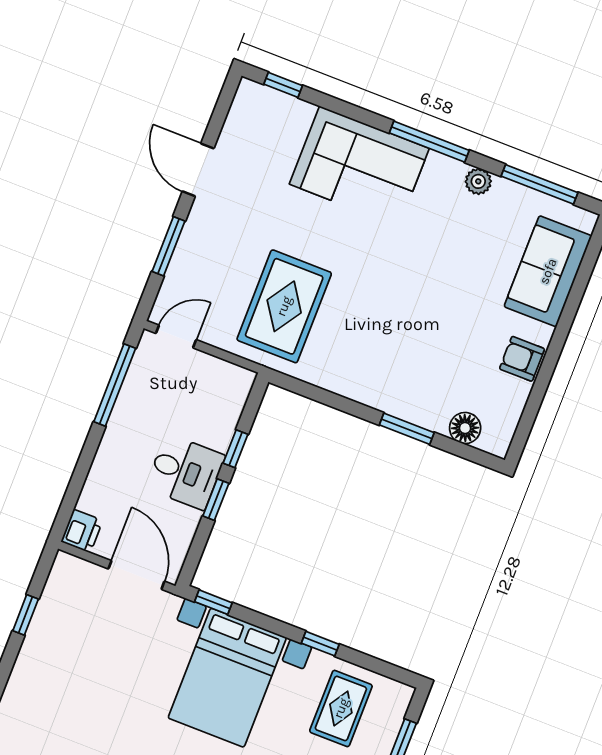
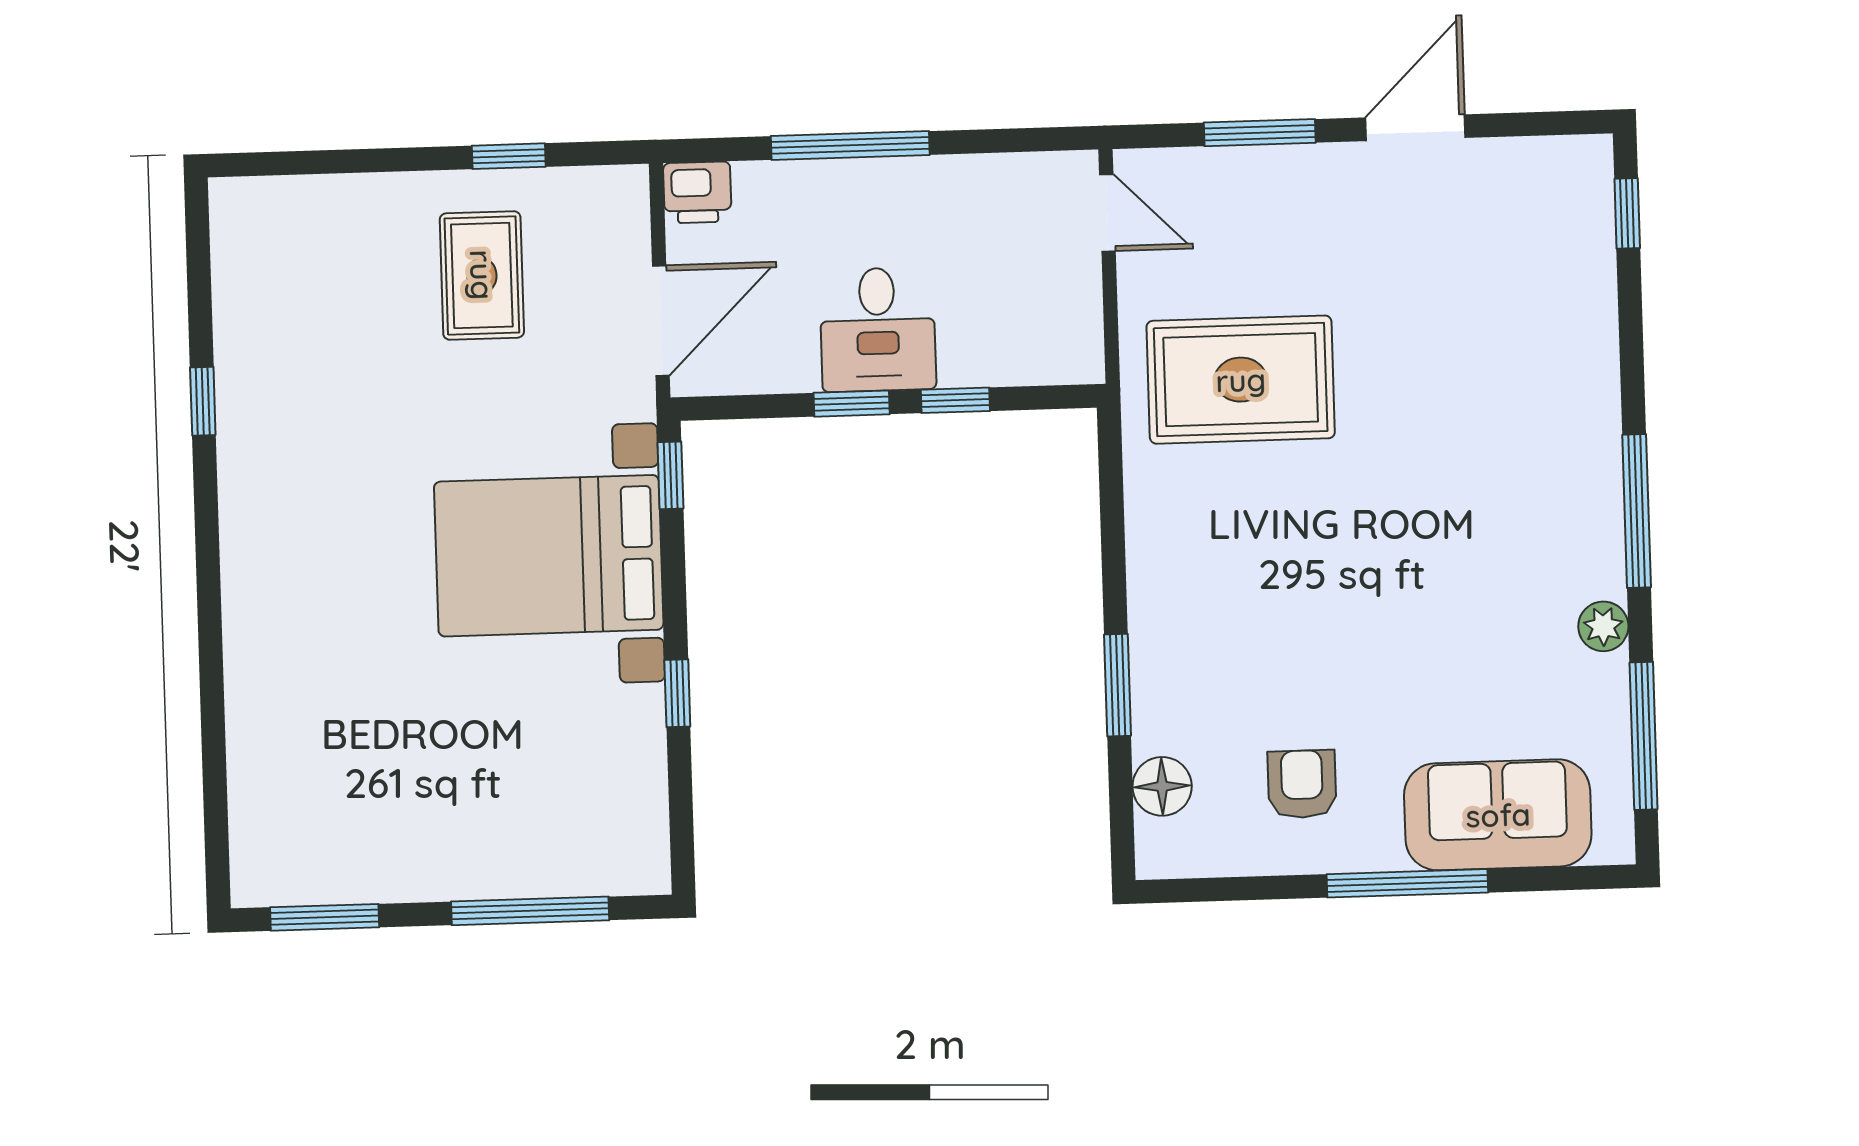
corner sofa: (359, 166) -> (1542, 407), removed
window: (562, 329) -> (1407, 883), added
armchair: (522, 359) -> (1302, 784), moved
window: (115, 385) -> (850, 145), moved
rug: (341, 708) -> (482, 275), moved, turned 90

